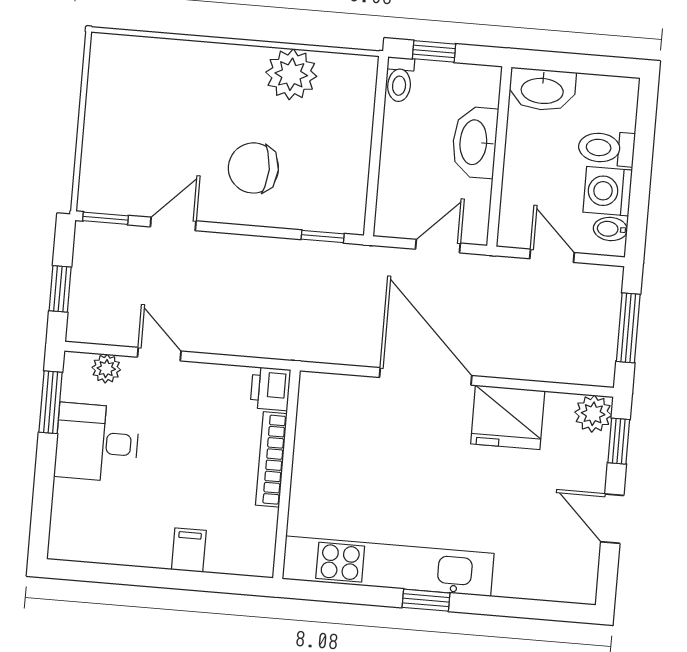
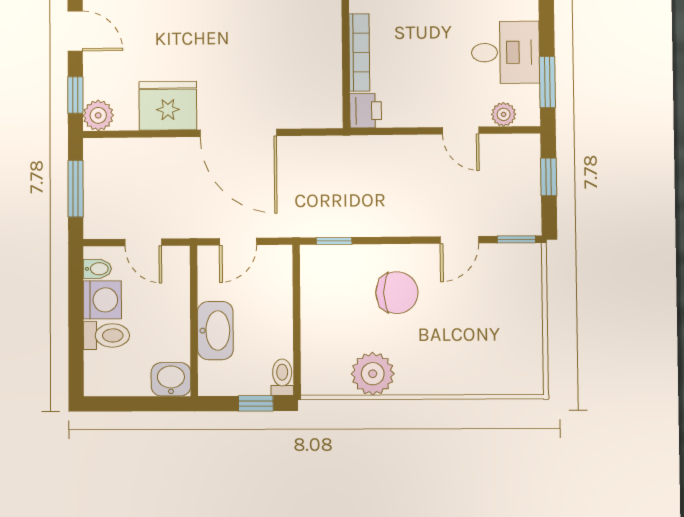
washbasin: (542, 90) -> (171, 379), width x0.72

